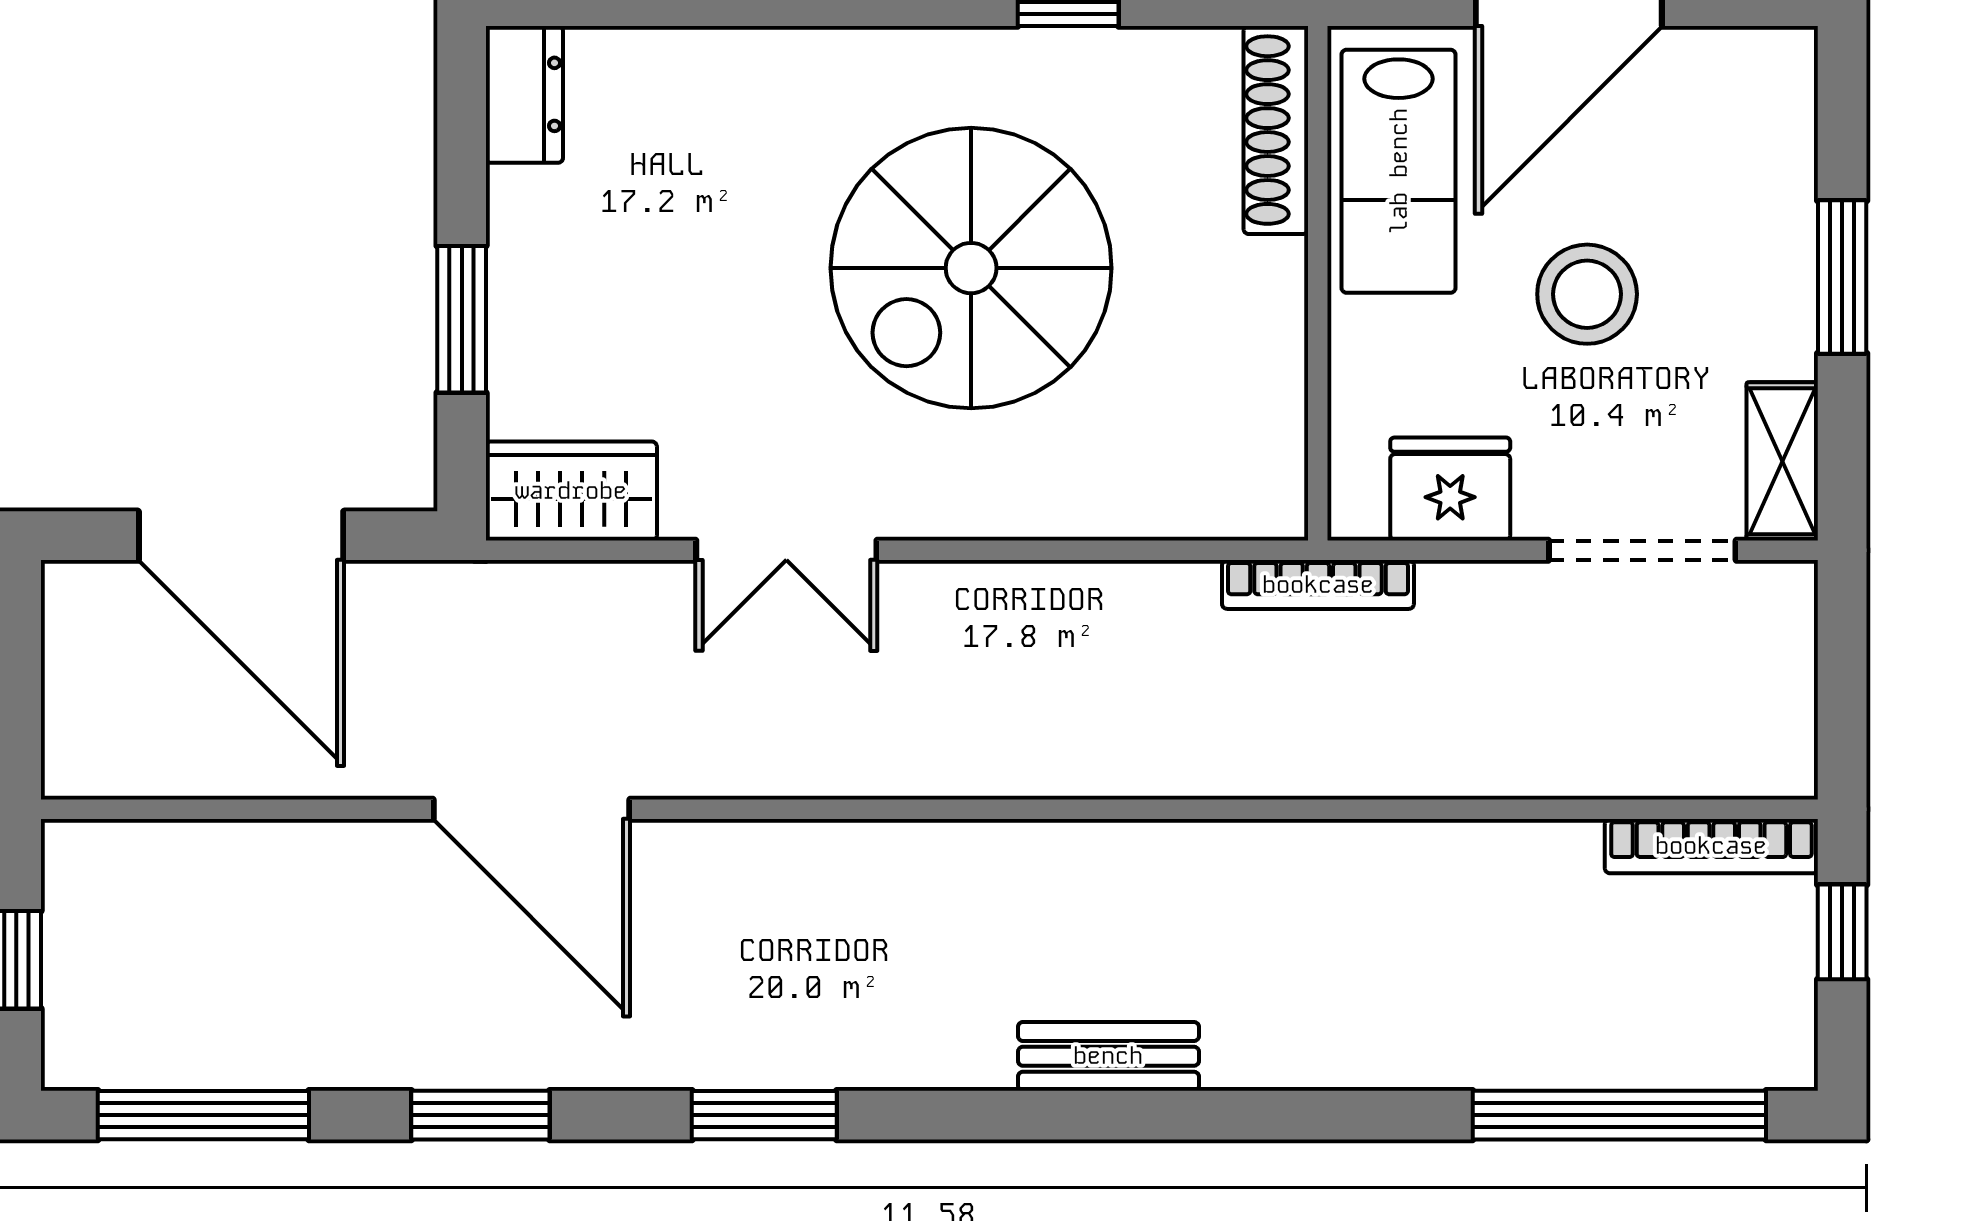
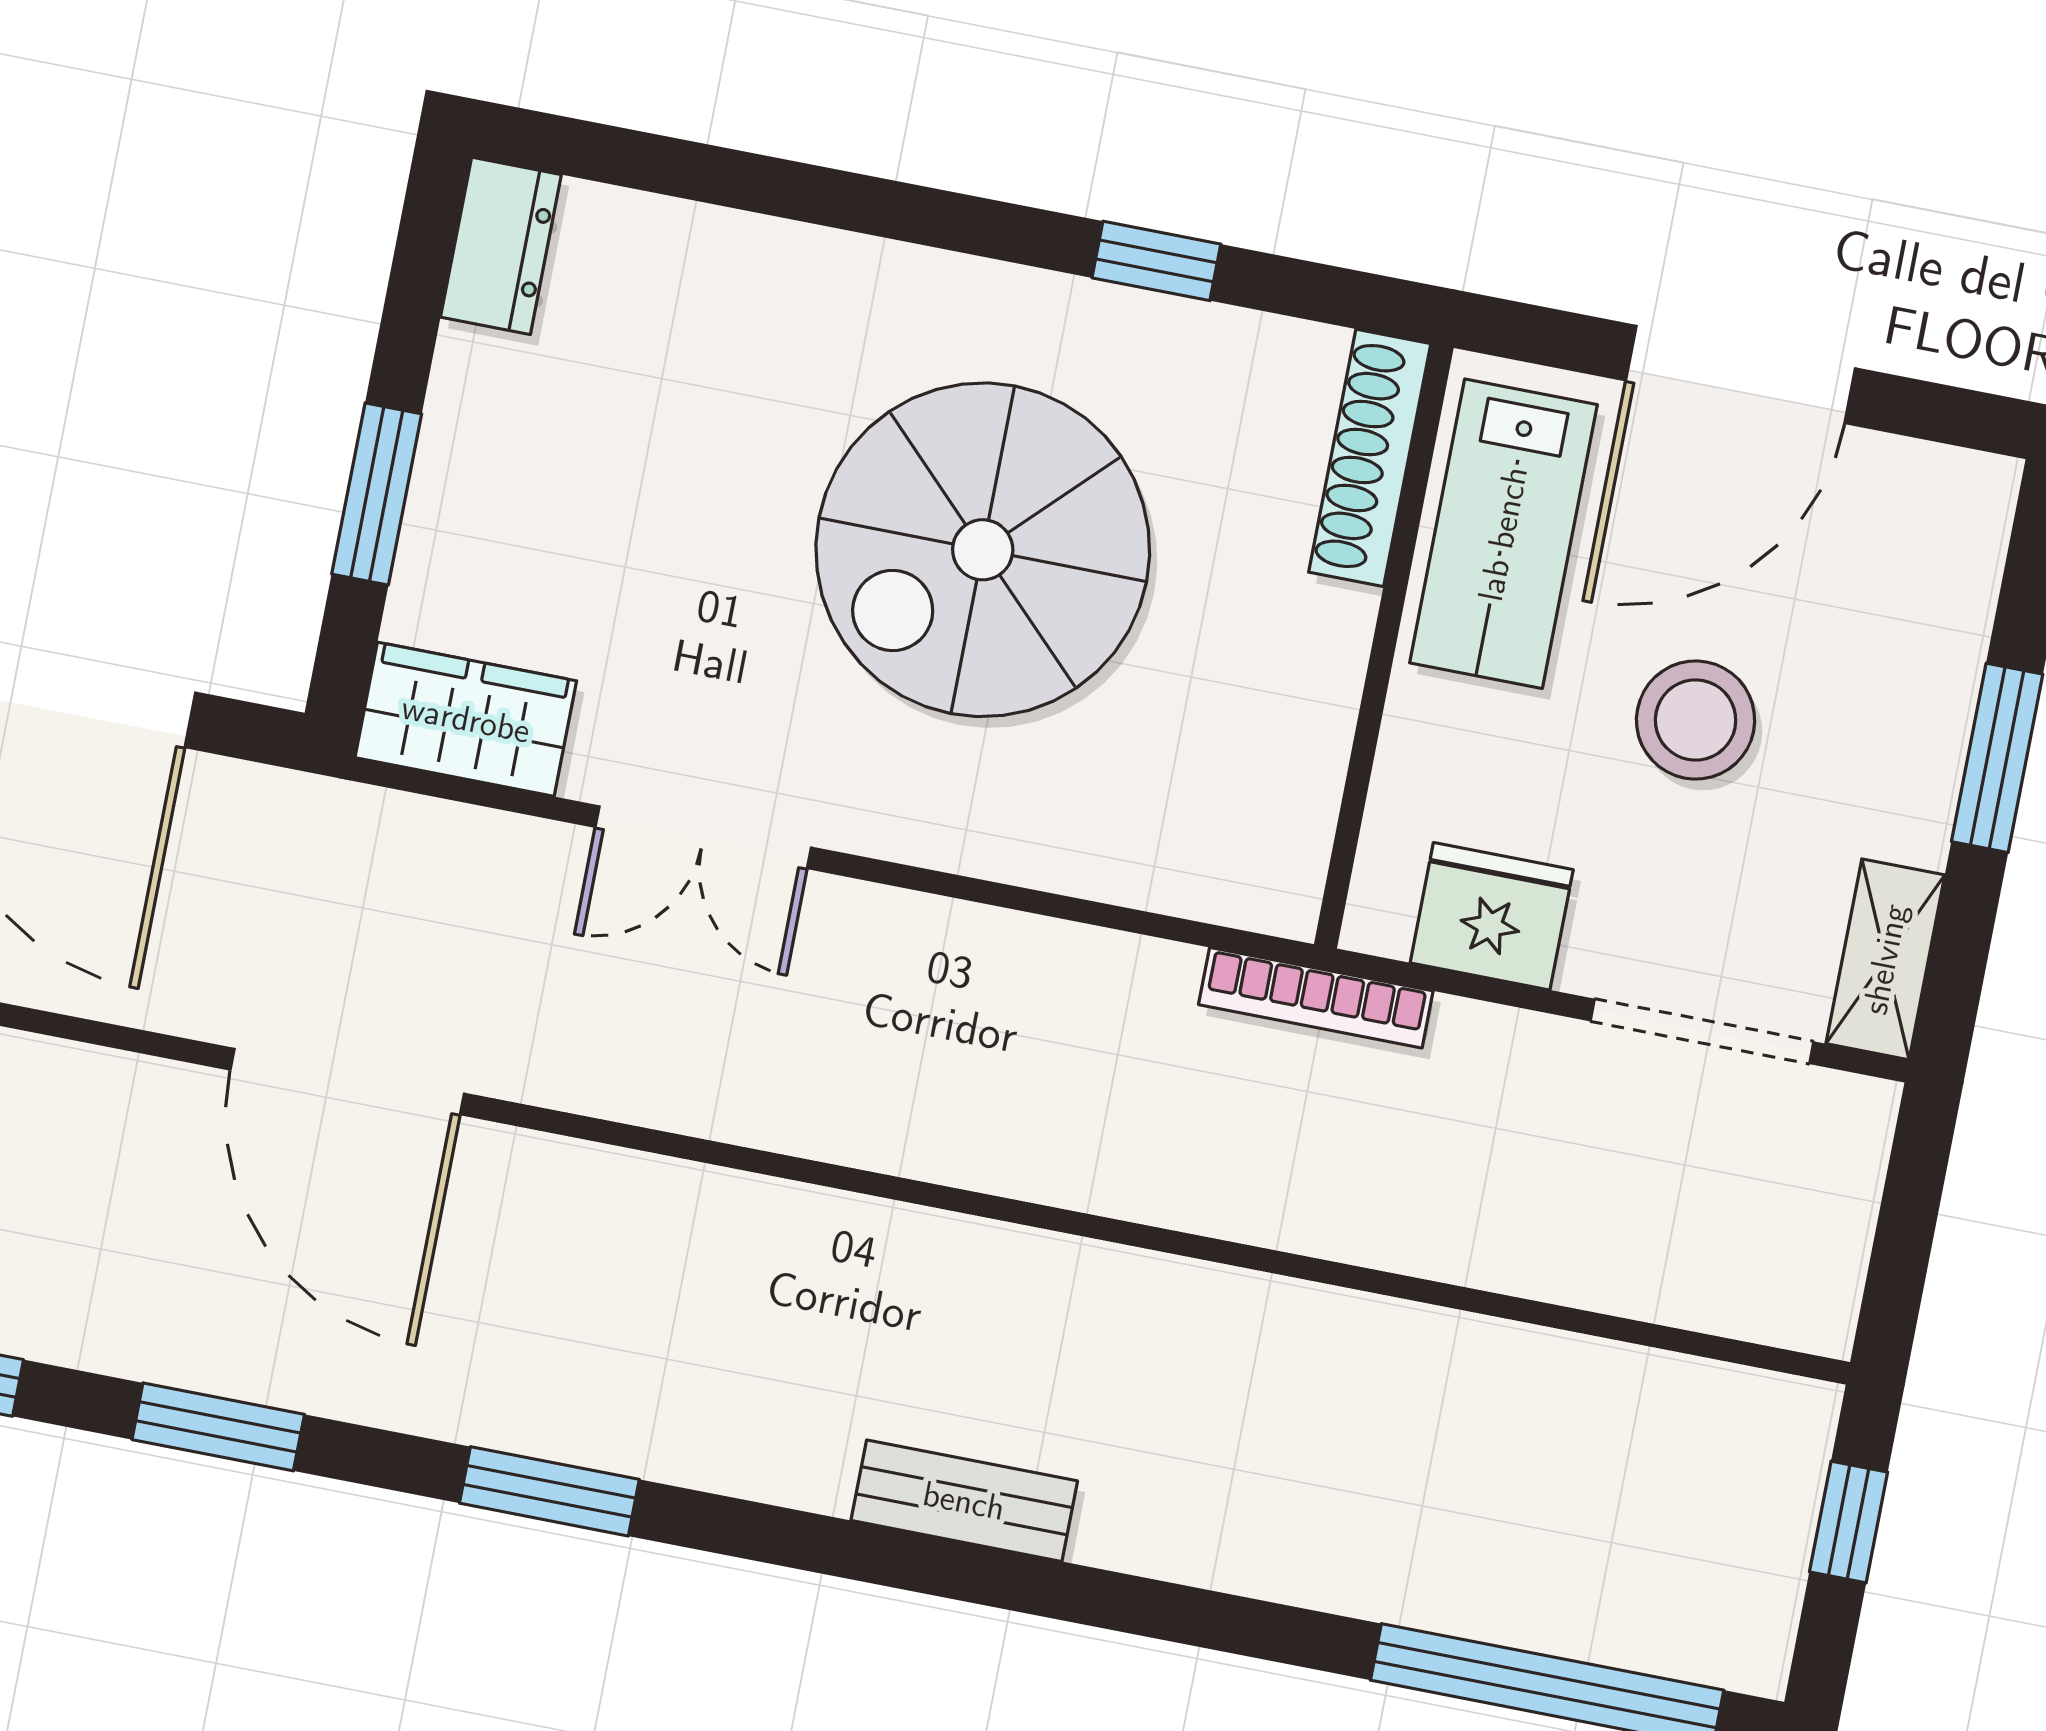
bookcase: (1711, 846) -> (1715, 1392), removed

